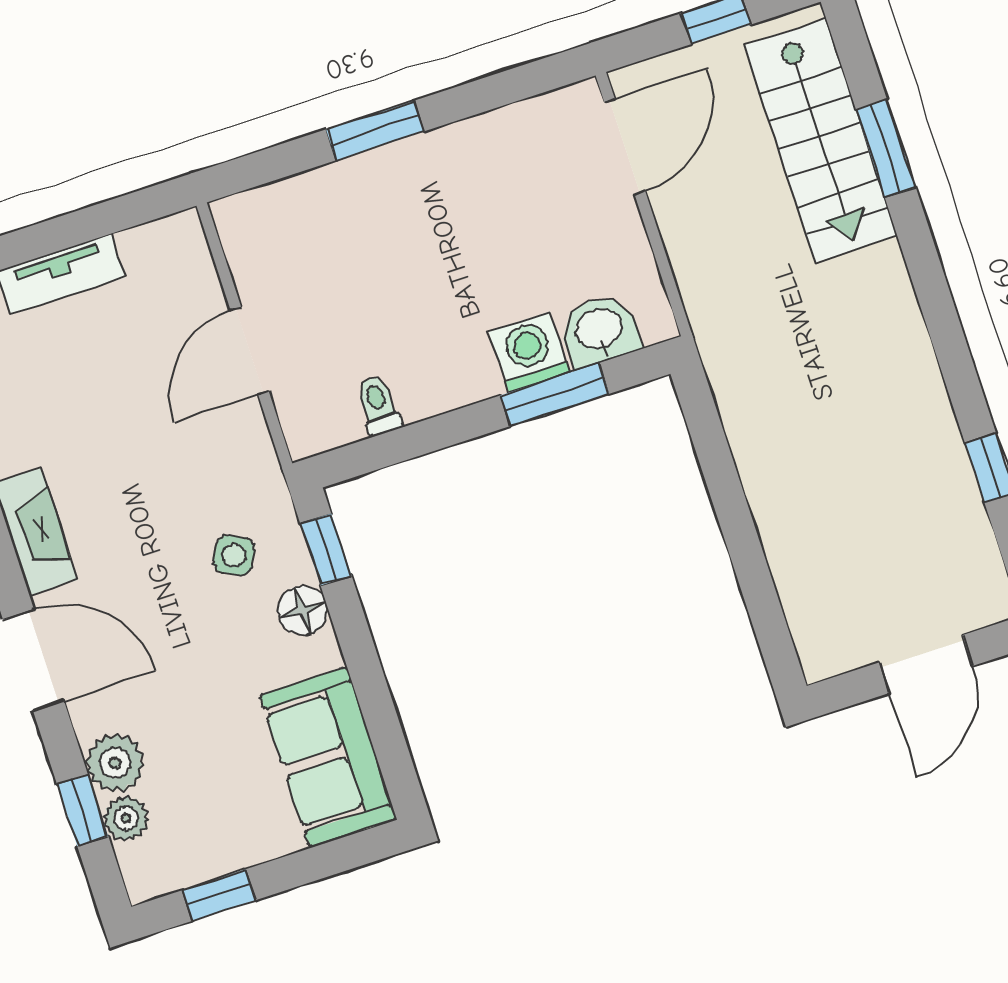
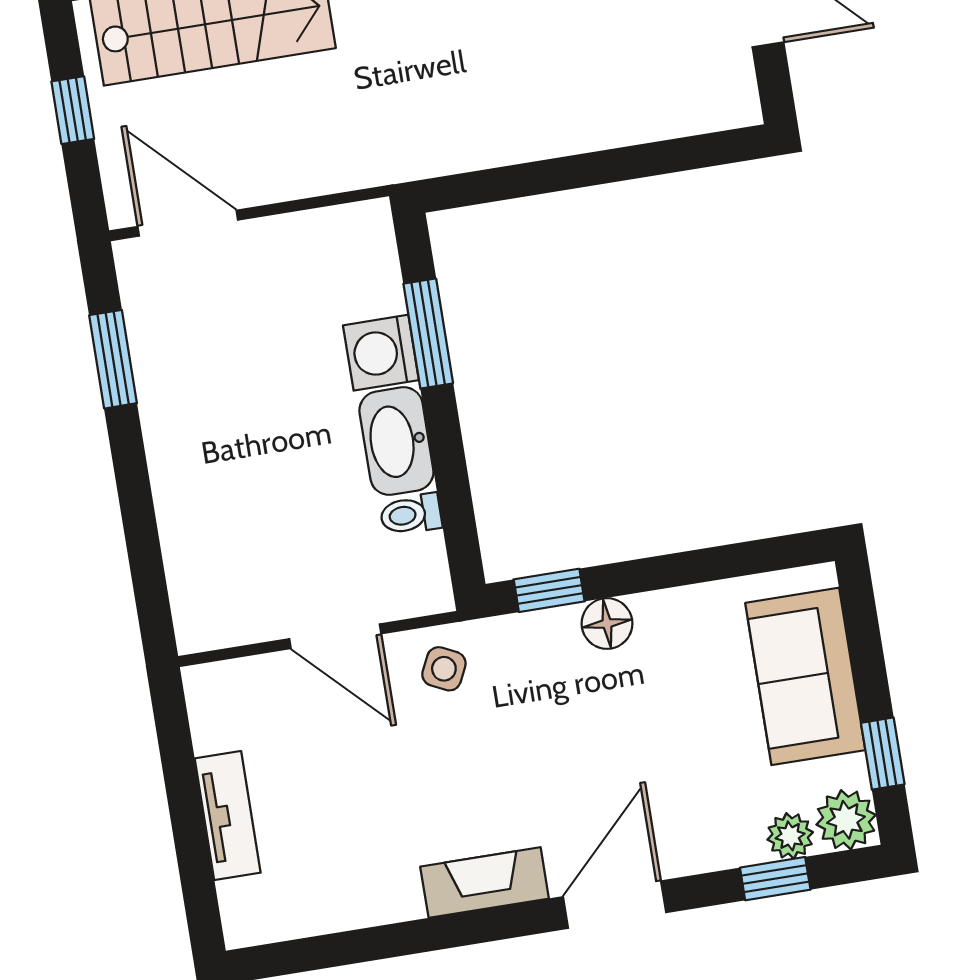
window: (375, 130) -> (113, 359), moved
washbasin: (599, 330) -> (396, 441), moved, width x1.38
side table: (234, 555) -> (444, 669), moved
sofa: (328, 757) -> (805, 676), moved, turned 90
plant: (115, 763) -> (846, 820), moved

